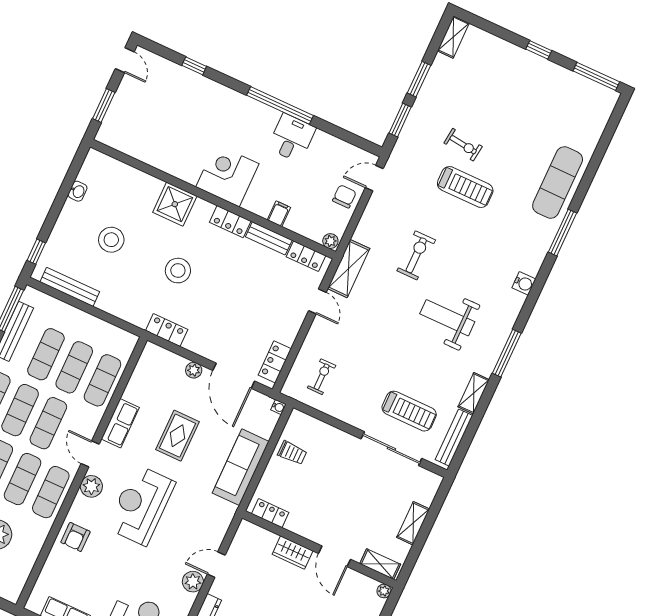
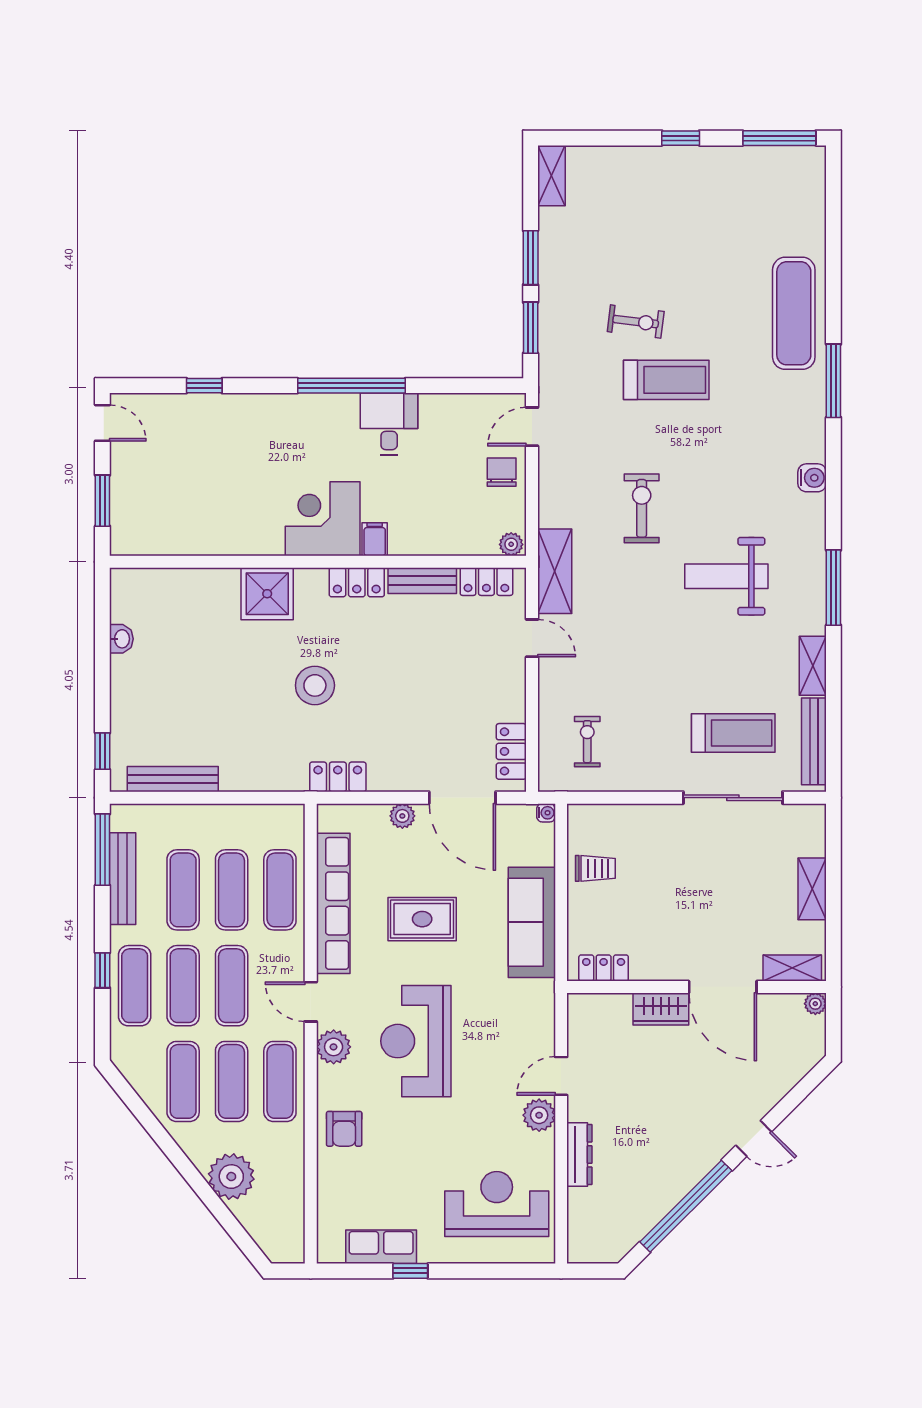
filing cabinet: (279, 214) -> (375, 539), moved
stool: (111, 240) -> (201, 685), removed
row of seats: (120, 423) -> (333, 903), width x2.02
rug: (177, 436) -> (422, 919), turned 90
door: (335, 556) -> (723, 987), width x1.36

